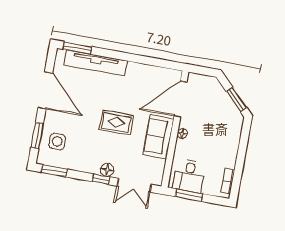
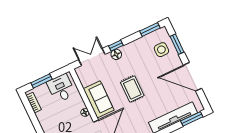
rug: (116, 123) -> (132, 89), turned 90
window: (189, 195) -> (41, 81), moved

